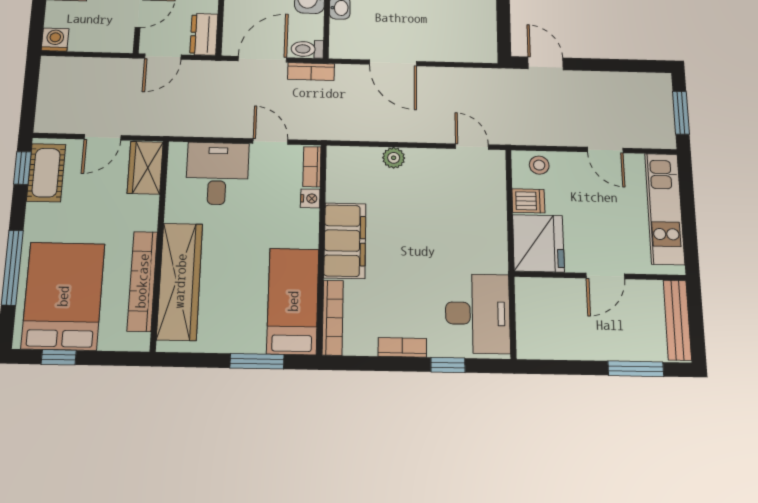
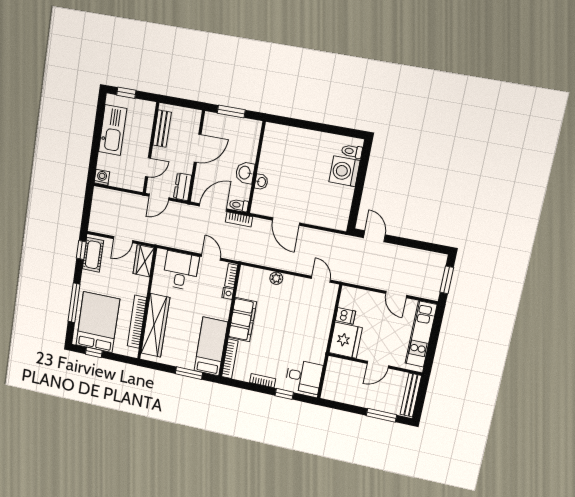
stool: (539, 165) -> (356, 297), removed
desk: (478, 313) -> (304, 377), width x0.73

